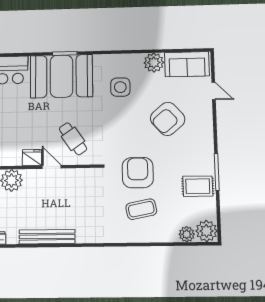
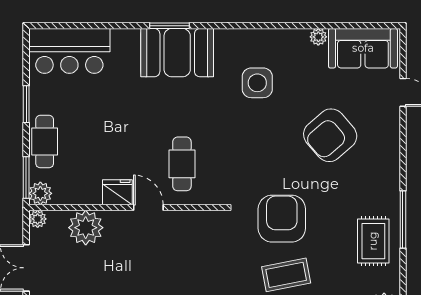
plant: (154, 63) -> (318, 37), width x0.53, depth x0.53
booth: (61, 76) -> (177, 53), width x0.73, depth x0.70
cafe table: (73, 139) -> (182, 164), turned 35
rug: (198, 186) -> (373, 241), turned 90

